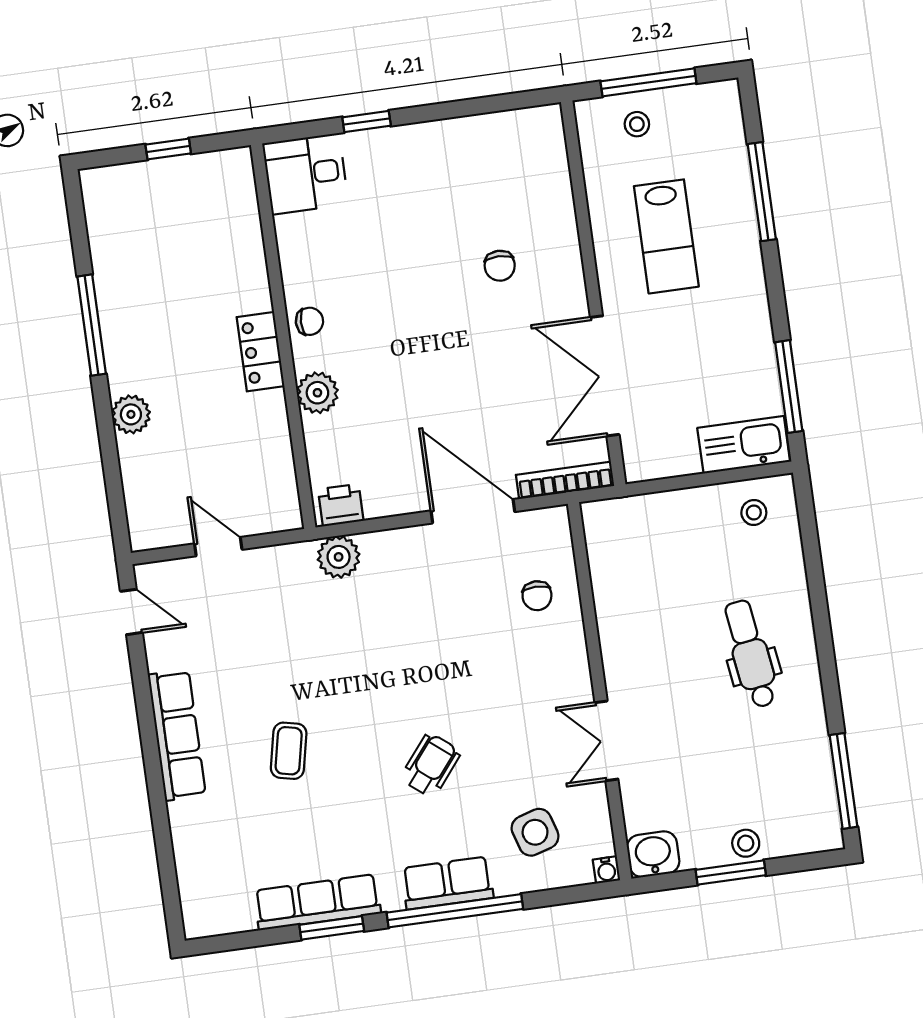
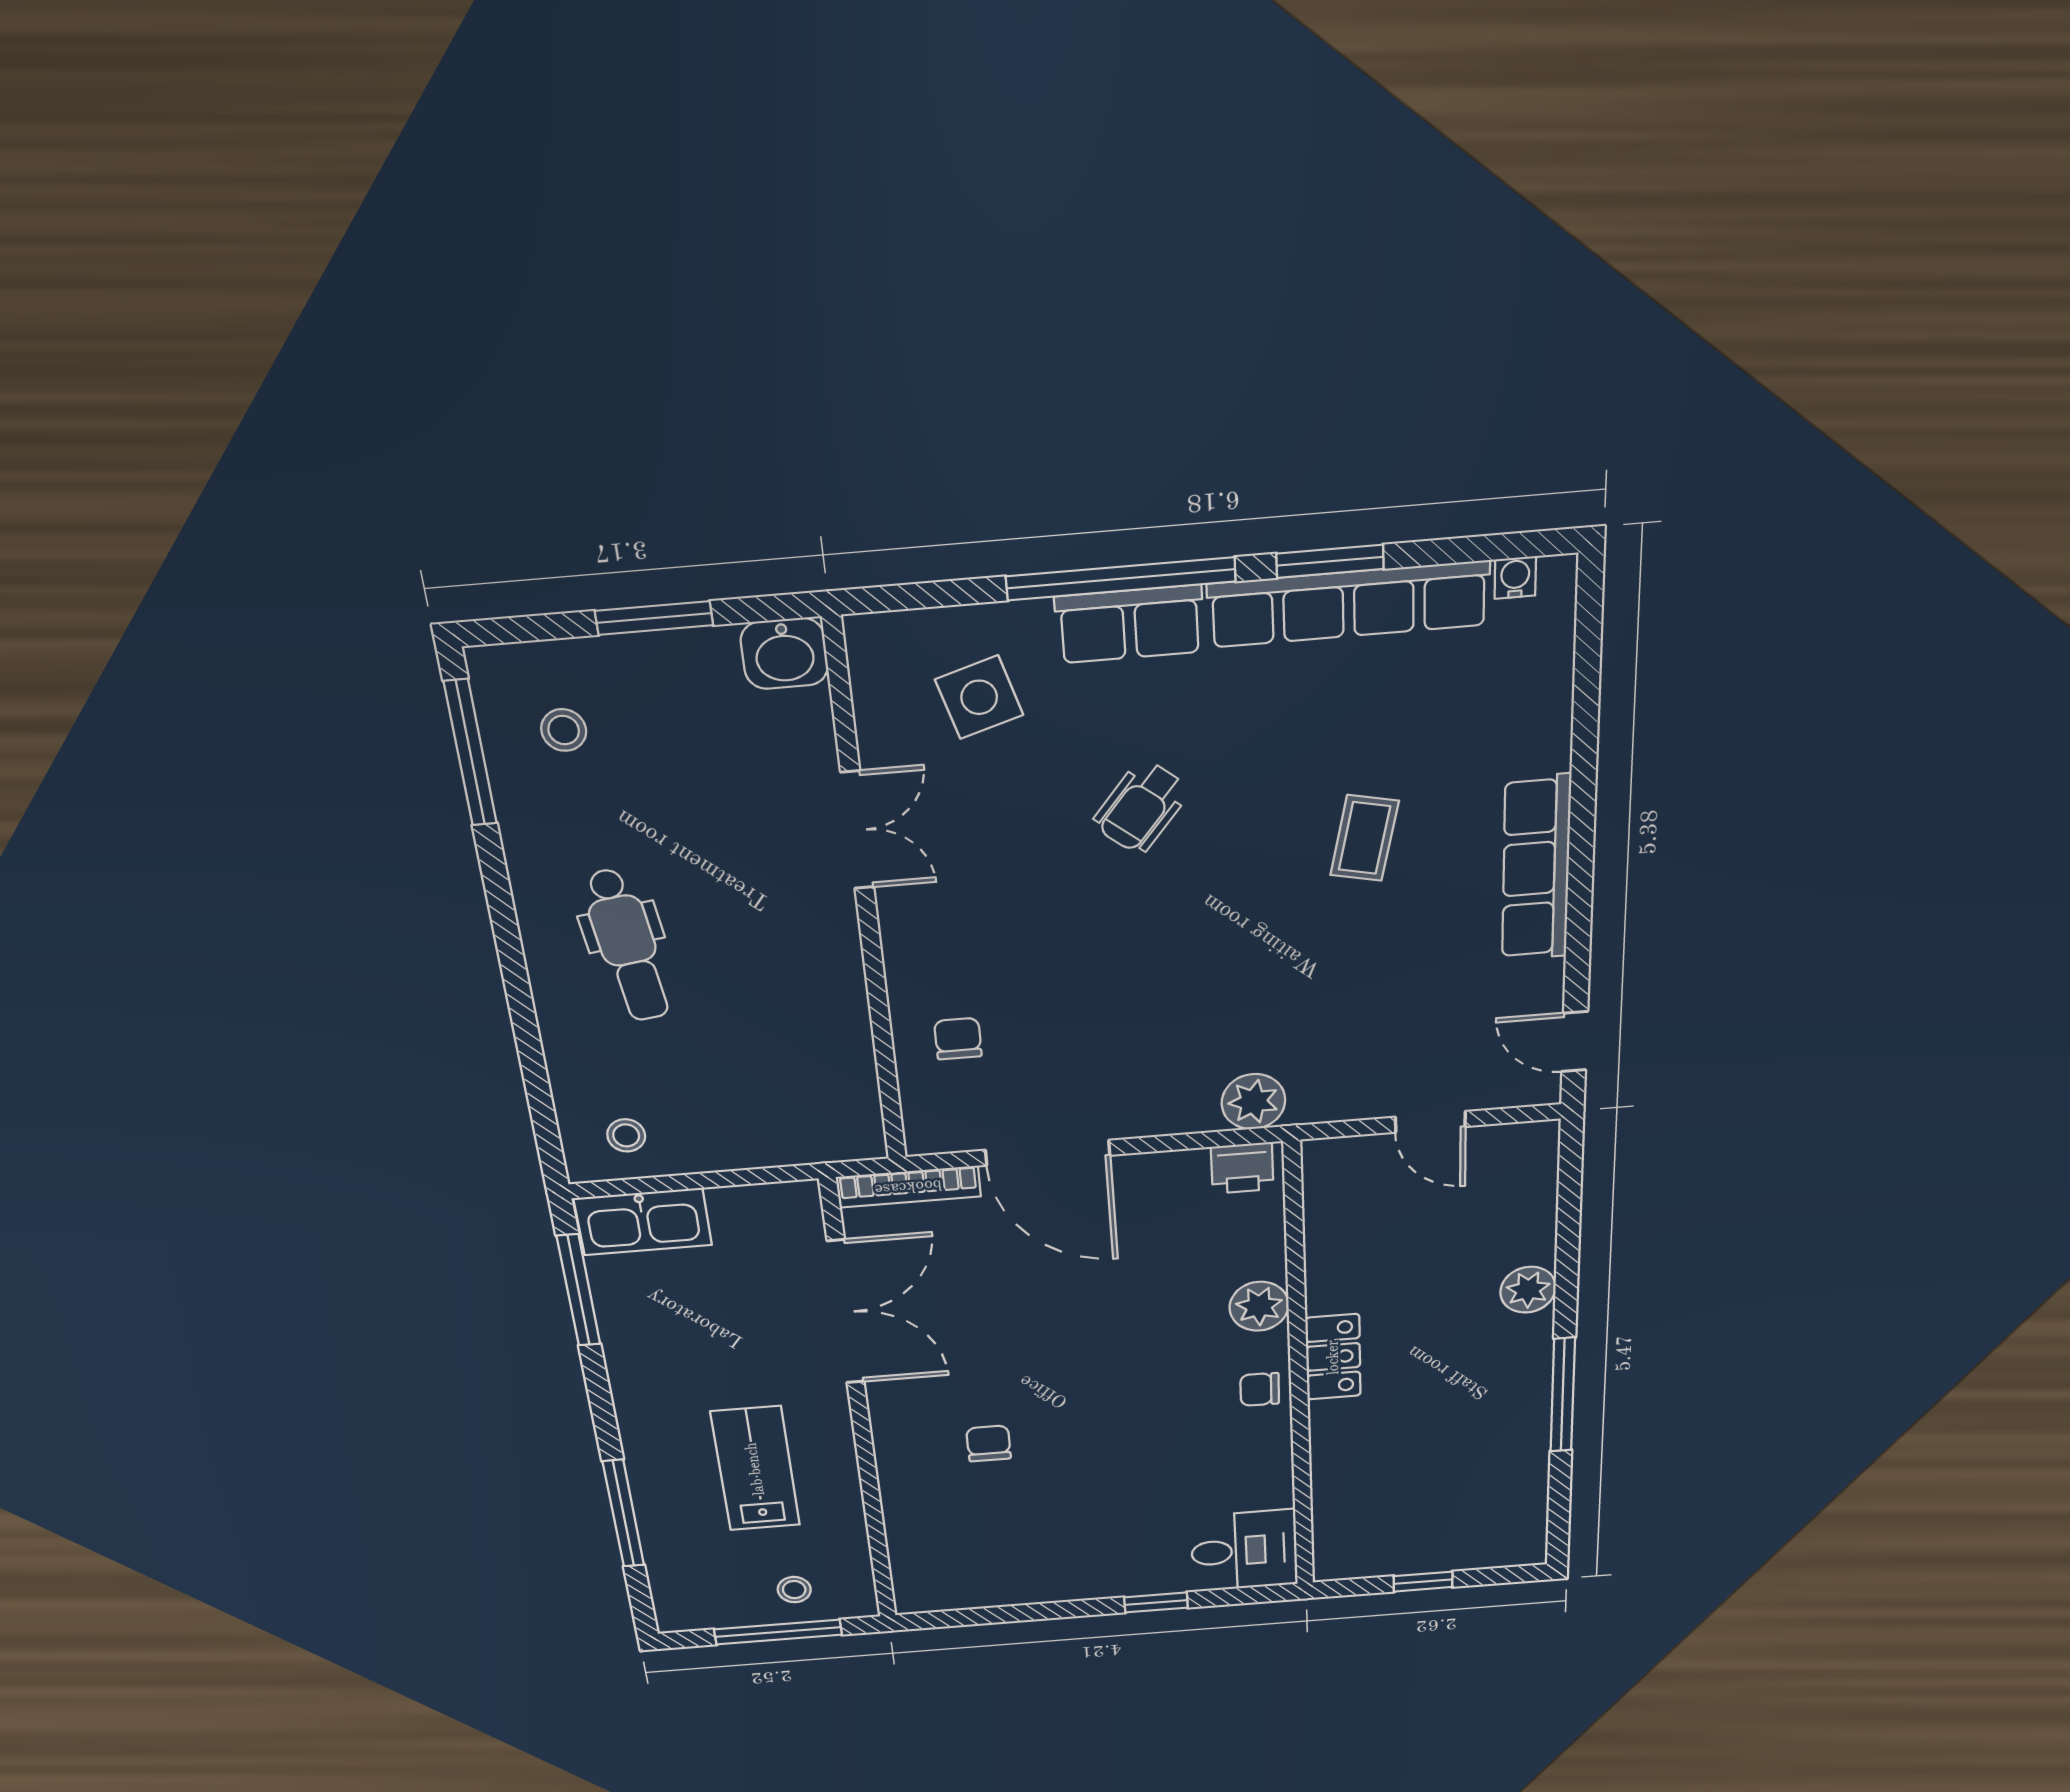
stool: (746, 843) -> (564, 730), moved
water cooler: (606, 870) -> (1515, 578), moved
row of seats: (317, 902) -> (1349, 604), width x1.36

